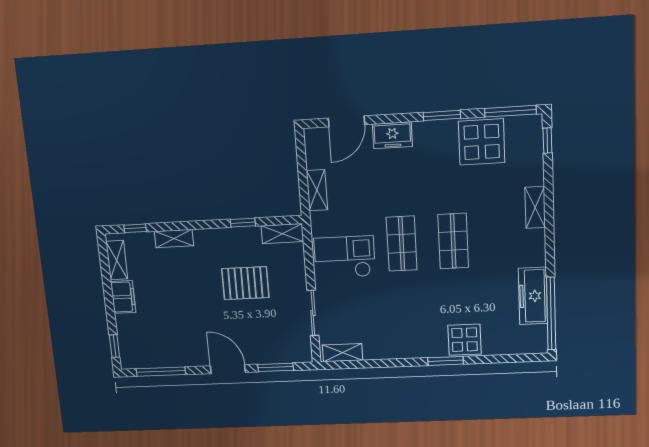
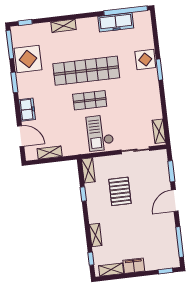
shelving: (317, 190) -> (50, 153), moved
shop shelf: (453, 241) -> (86, 71), width x2.00, depth x1.36

